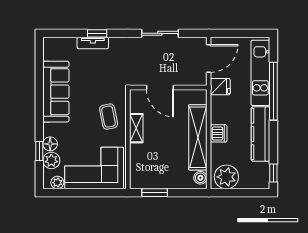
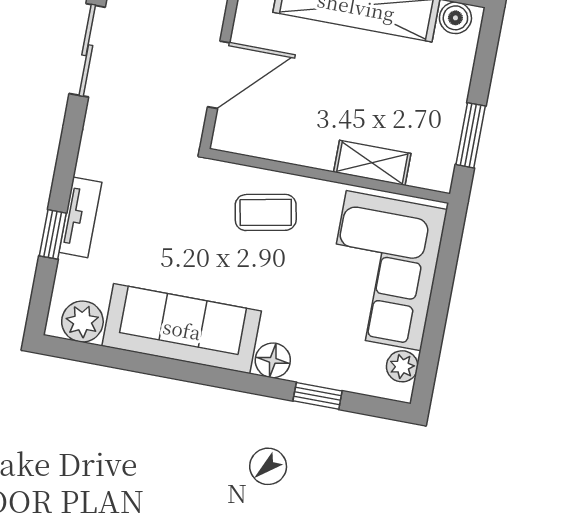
window: (97, 33) -> (53, 234), moved
shelving: (136, 128) -> (372, 163), moved
floor lamp: (50, 144) -> (273, 360), moved
plant: (51, 160) -> (82, 322), moved

